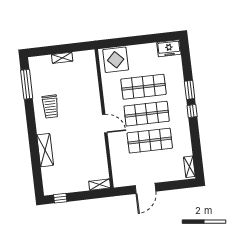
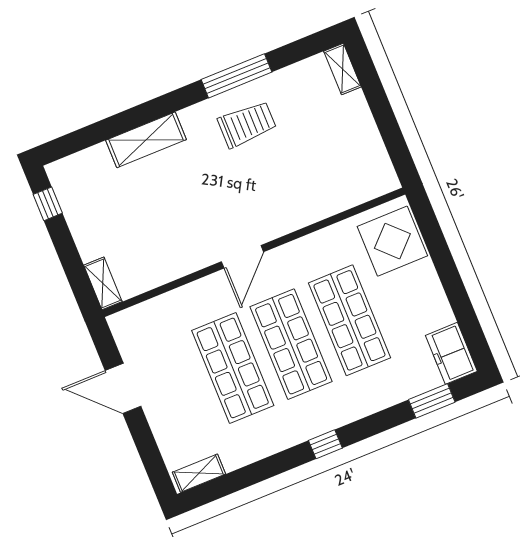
shelving: (62, 58) -> (342, 69), moved
window: (27, 84) -> (237, 76), moved
window: (190, 90) -> (432, 401), moved
trolley: (50, 106) -> (247, 124), turned 180

